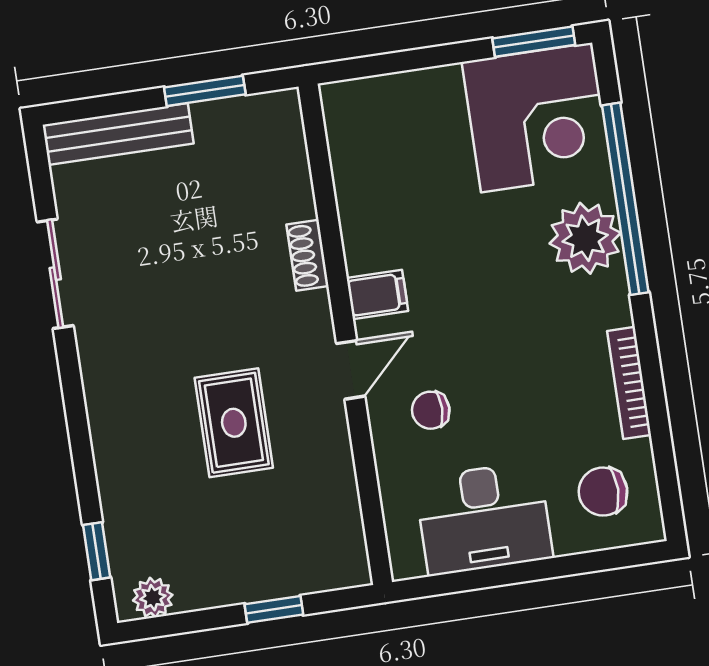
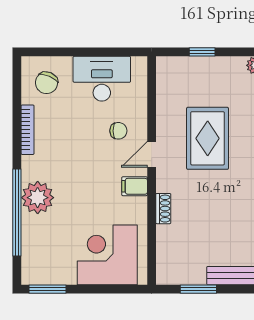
corner desk: (537, 118) -> (107, 255), moved
rug: (234, 423) -> (208, 138), width x1.36, depth x1.43
chair: (603, 492) -> (47, 83), turned 113

